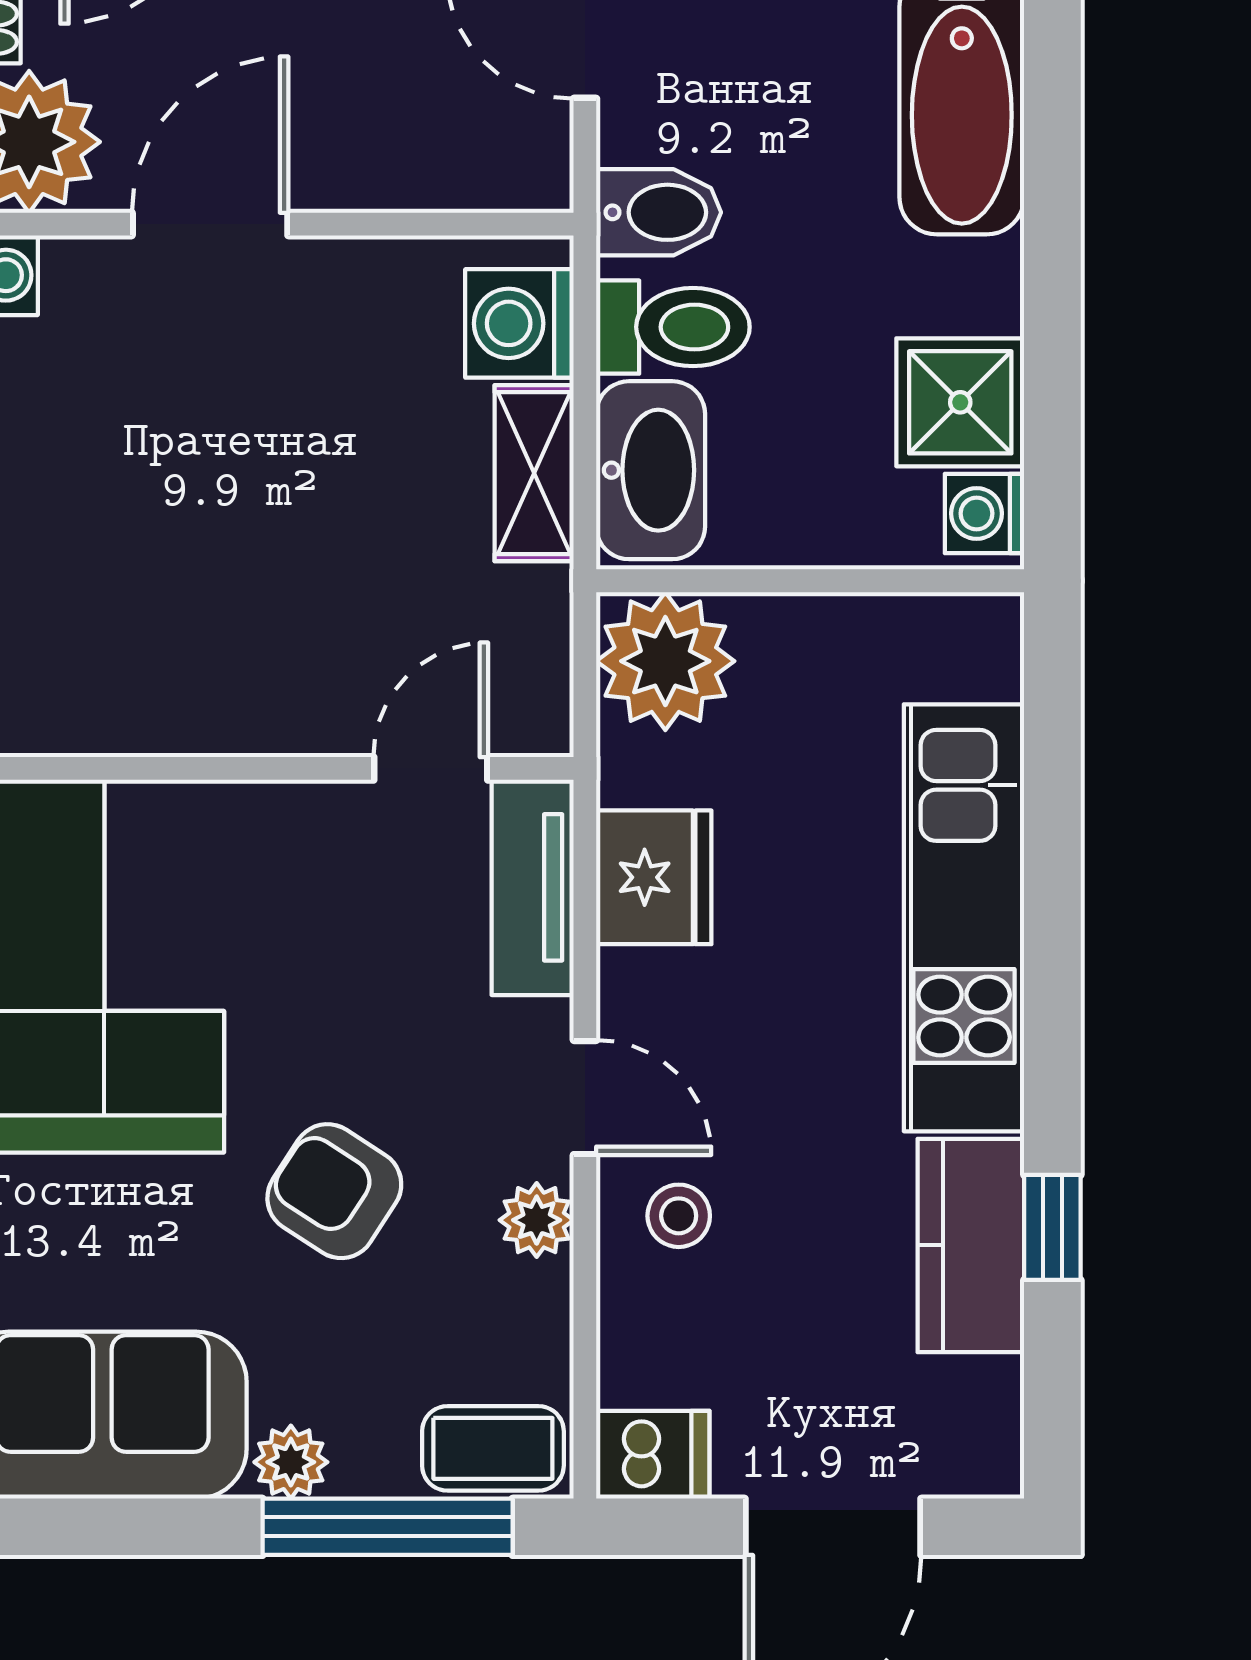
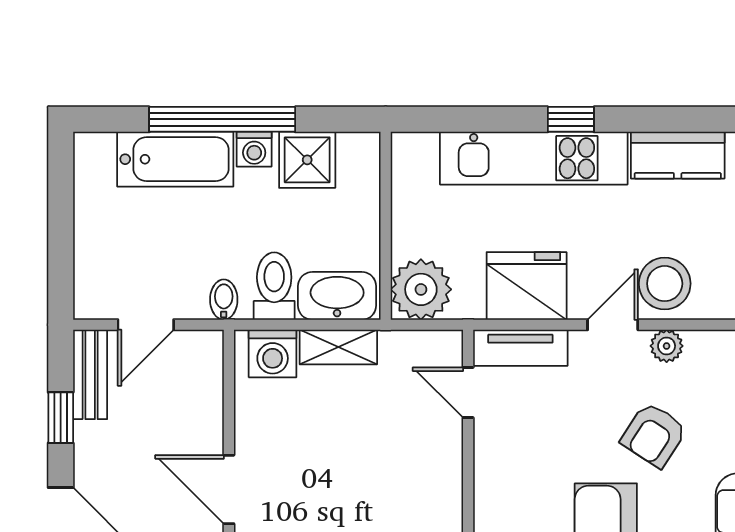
window: (1052, 209) -> (222, 119), added
bidet: (659, 212) -> (224, 300), width x0.72, depth x0.74
washing machine: (984, 513) -> (254, 149), moved
fridge: (654, 877) -> (527, 286), width x1.36, depth x1.34
stool: (679, 1216) -> (665, 284), width x1.89, depth x1.89
window: (1052, 1227) -> (571, 119), moved

